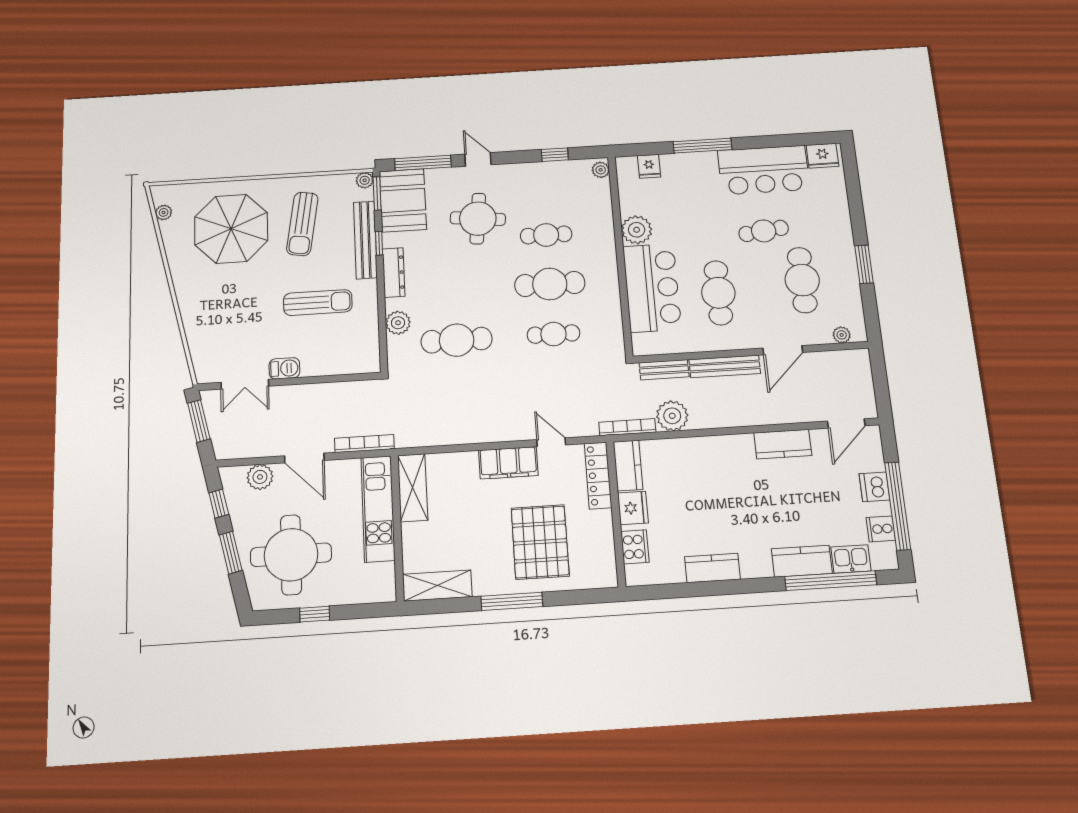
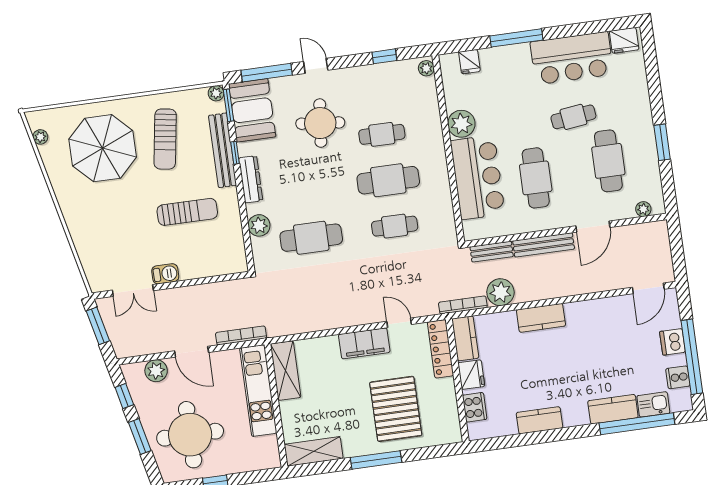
kitchen counter: (783, 444) -> (541, 318), moved

